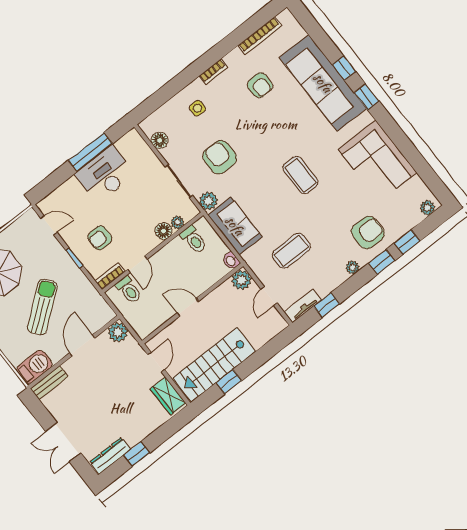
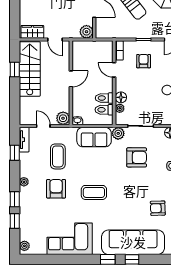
armchair: (368, 233) -> (56, 189), moved, turned 180
toilet: (129, 290) -> (104, 98), moved

